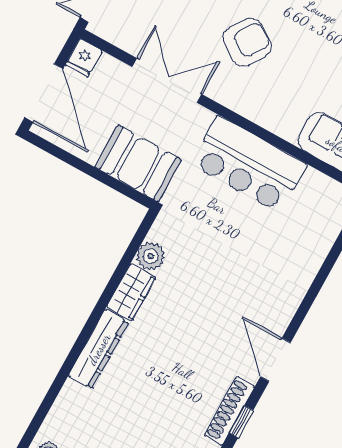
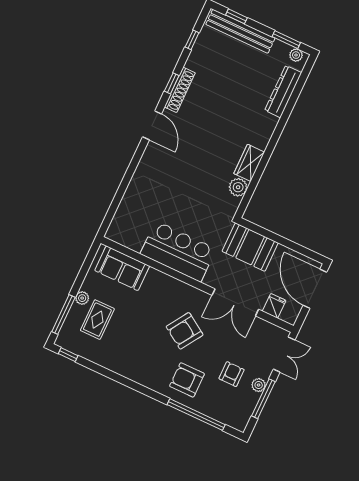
fridge: (84, 58) -> (274, 306), moved
dresser: (99, 349) -> (283, 92), moved

